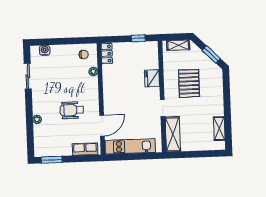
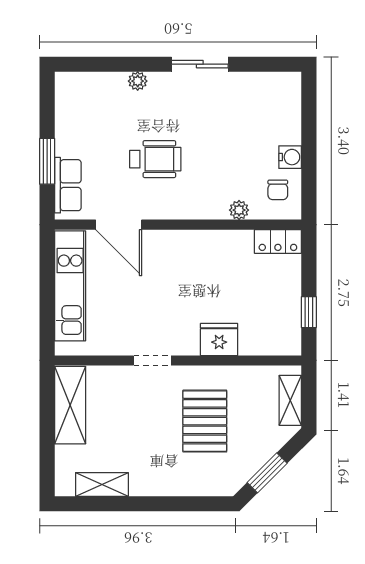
water cooler: (45, 50) -> (290, 157), moved
sliding door: (28, 76) -> (200, 64), moved
pallet: (189, 83) -> (205, 421), turned 90
wheelchair: (72, 110) -> (155, 159), turned 90
shelving: (173, 134) -> (70, 405), moved, turned 90
window: (52, 160) -> (47, 161), moved

